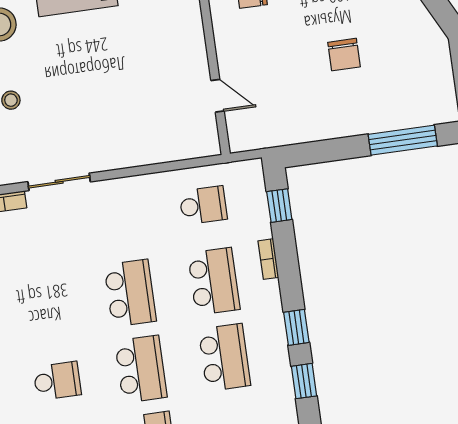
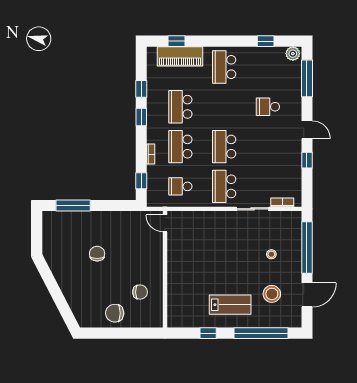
door: (218, 96) -> (165, 223), moved
school desk: (141, 369) -> (224, 186), moved

